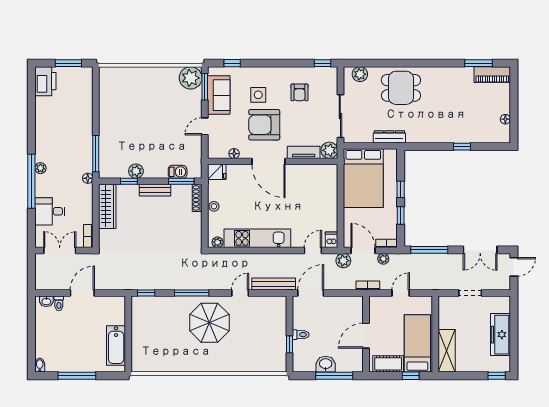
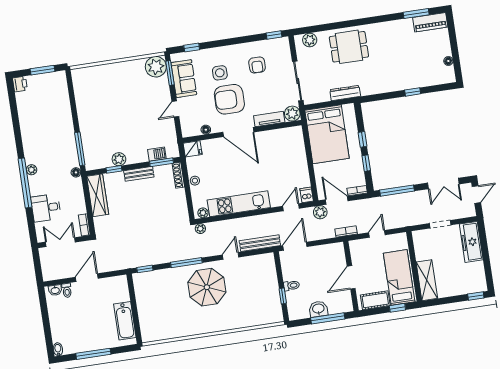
printer: (45, 81) -> (20, 84), width x0.53, depth x0.68
plant: (383, 259) -> (200, 229), moved
freezer: (500, 335) -> (471, 242), moved

